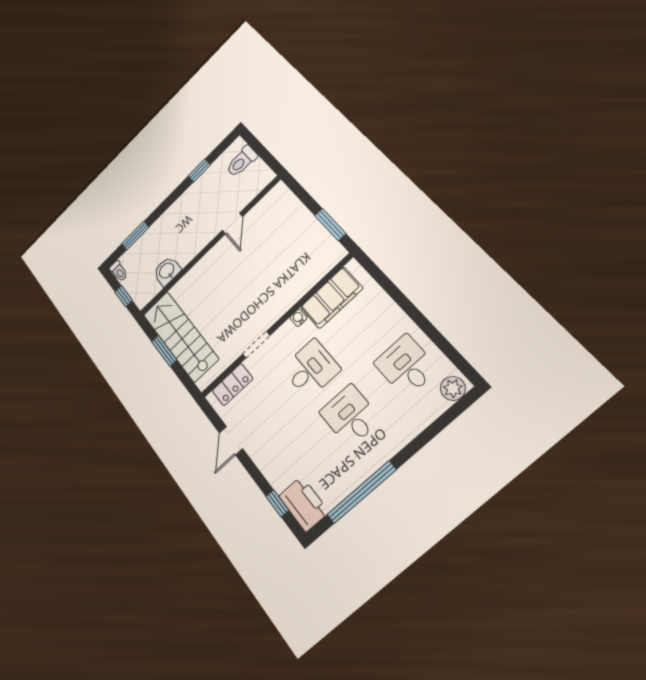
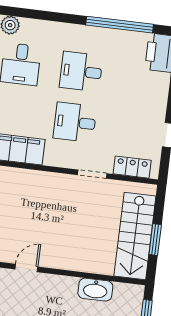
washbasin: (167, 271) -> (95, 290), width x1.38
water cooler: (298, 318) -> (50, 160), removed
desk: (350, 416) -> (81, 71), turned 90

